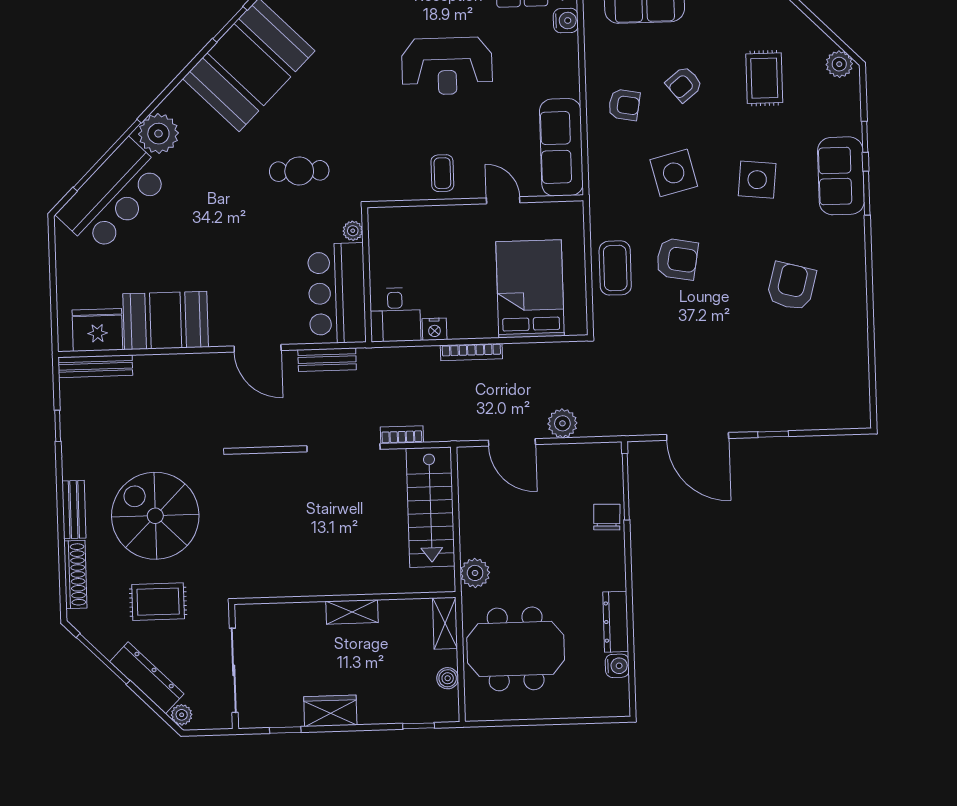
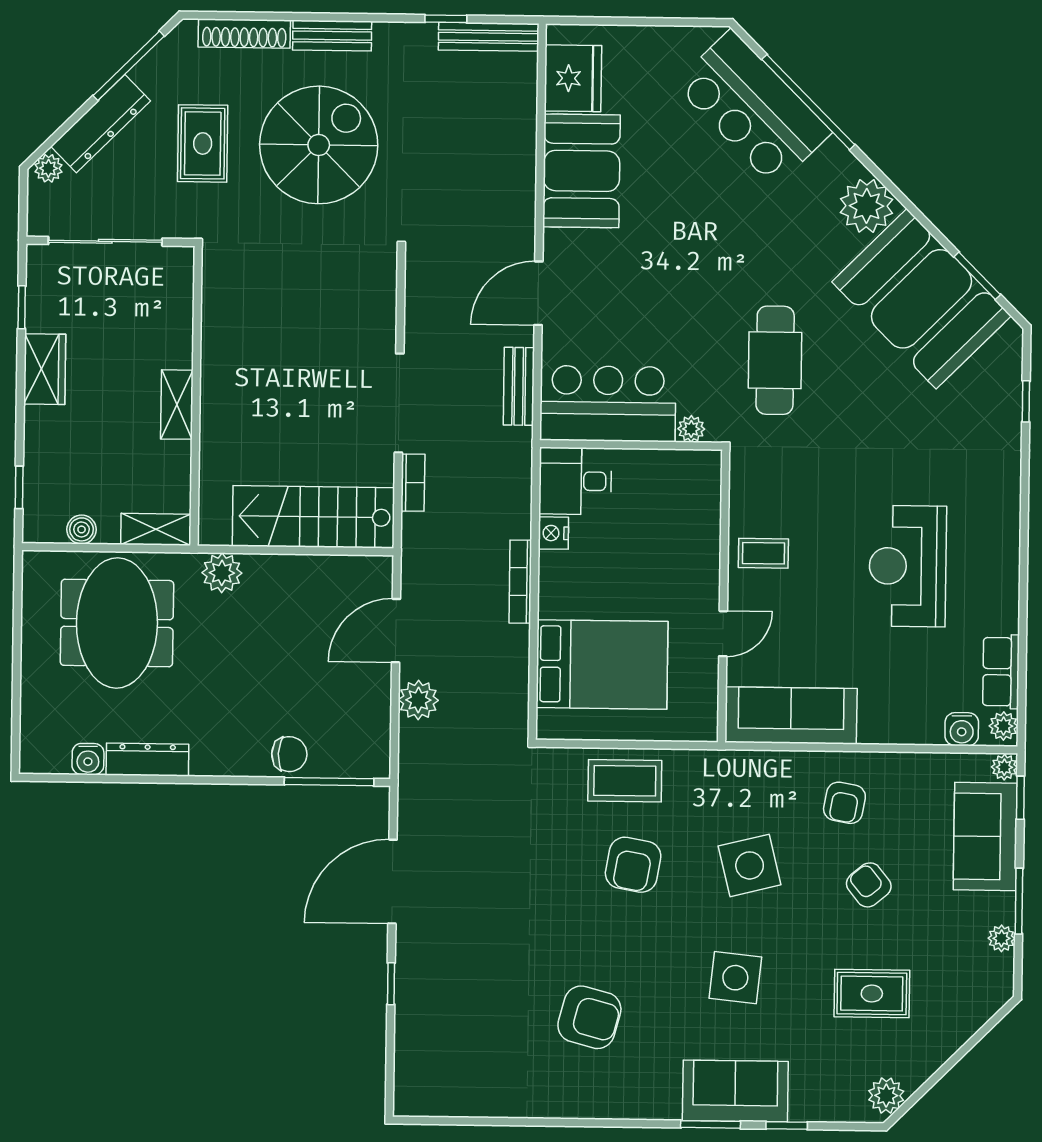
plant: (158, 134) -> (867, 206), moved
cafe table: (299, 171) -> (775, 360), width x1.37, depth x1.35
bench: (95, 366) -> (489, 37), moved, turned 90

